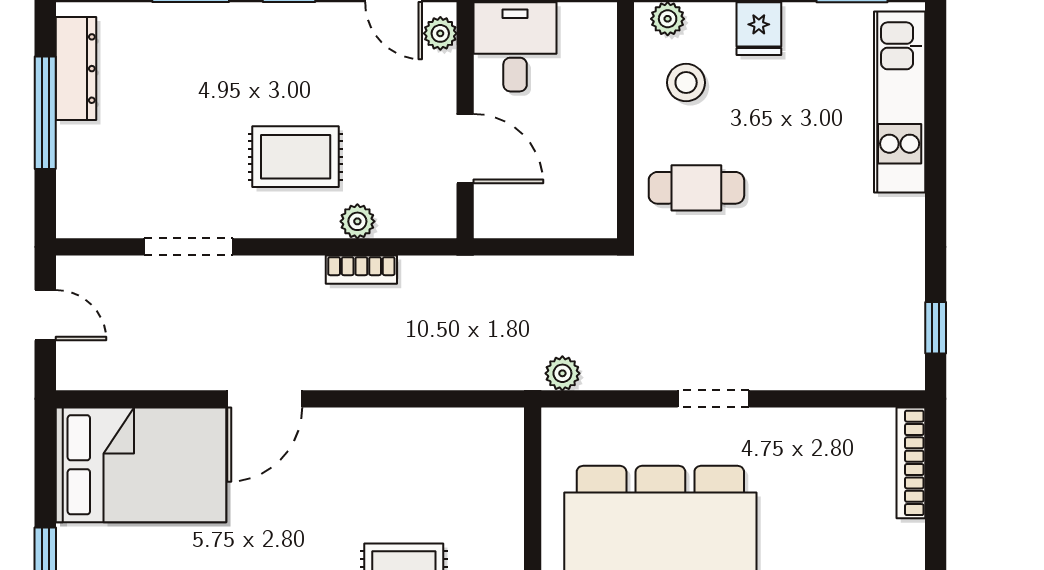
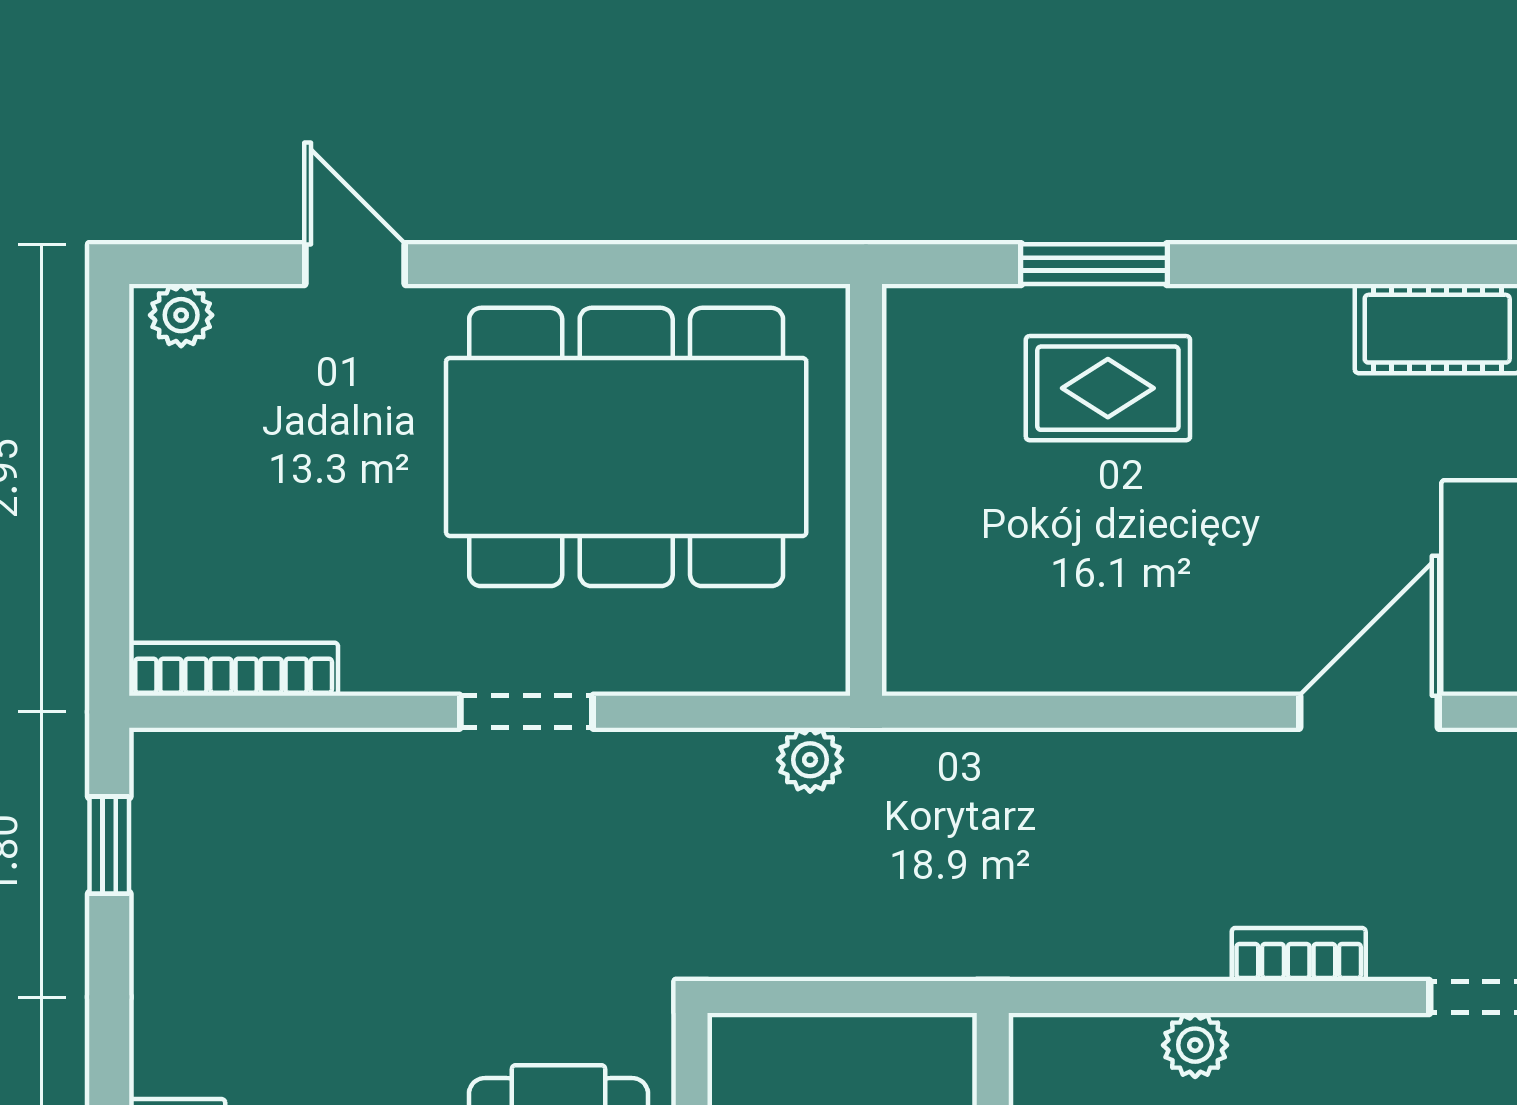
bookcase: (361, 270) -> (1299, 954), moved
bookcase: (911, 463) -> (234, 669), moved, turned -90

